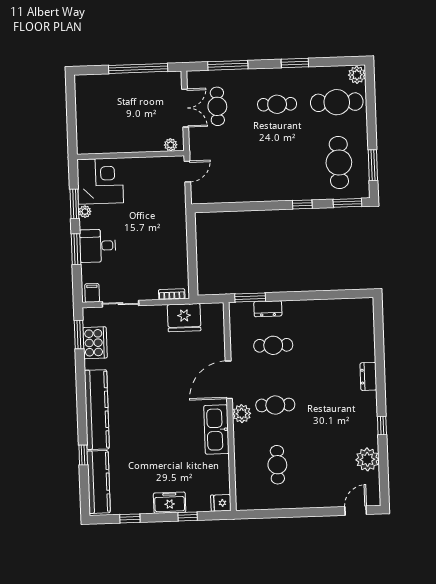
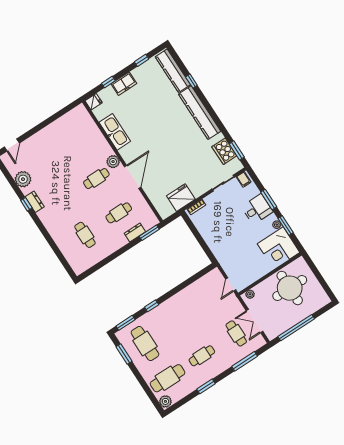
round table: (116, 123) -> (290, 288), added
dresser: (368, 376) -> (35, 202), moved
kitchen sink: (216, 430) -> (115, 132), moved
cafe table: (277, 465) -> (85, 235), moved

